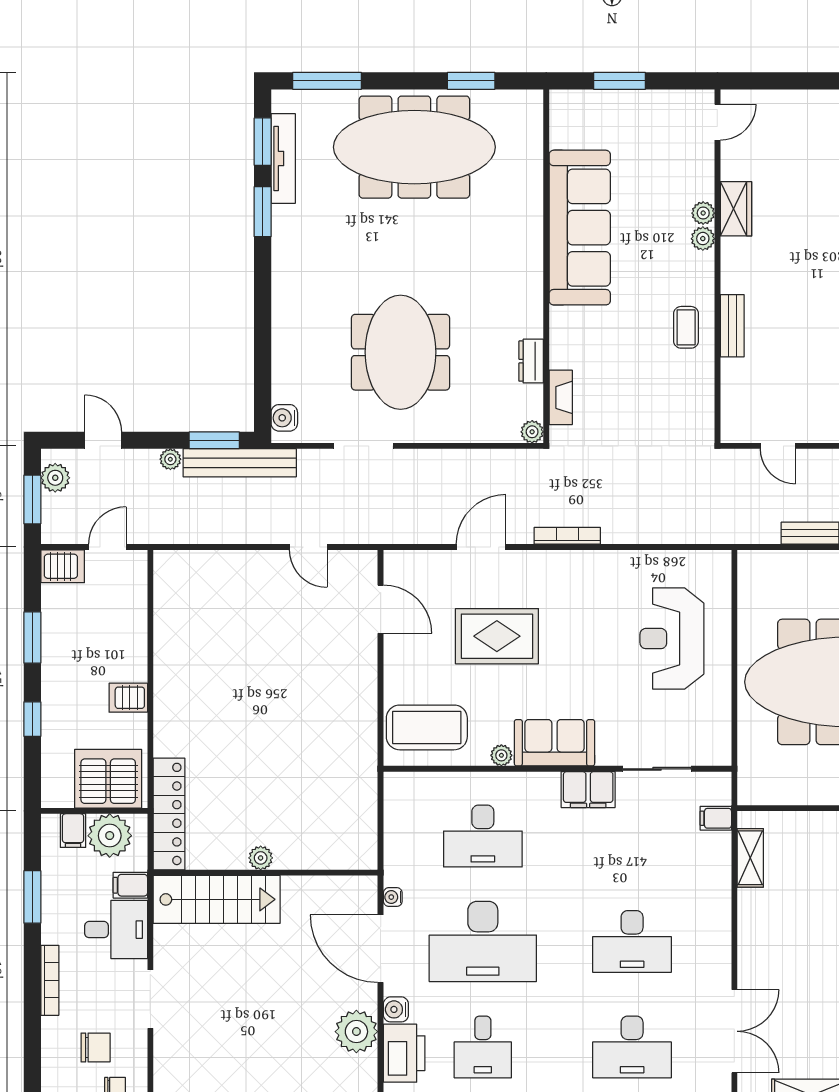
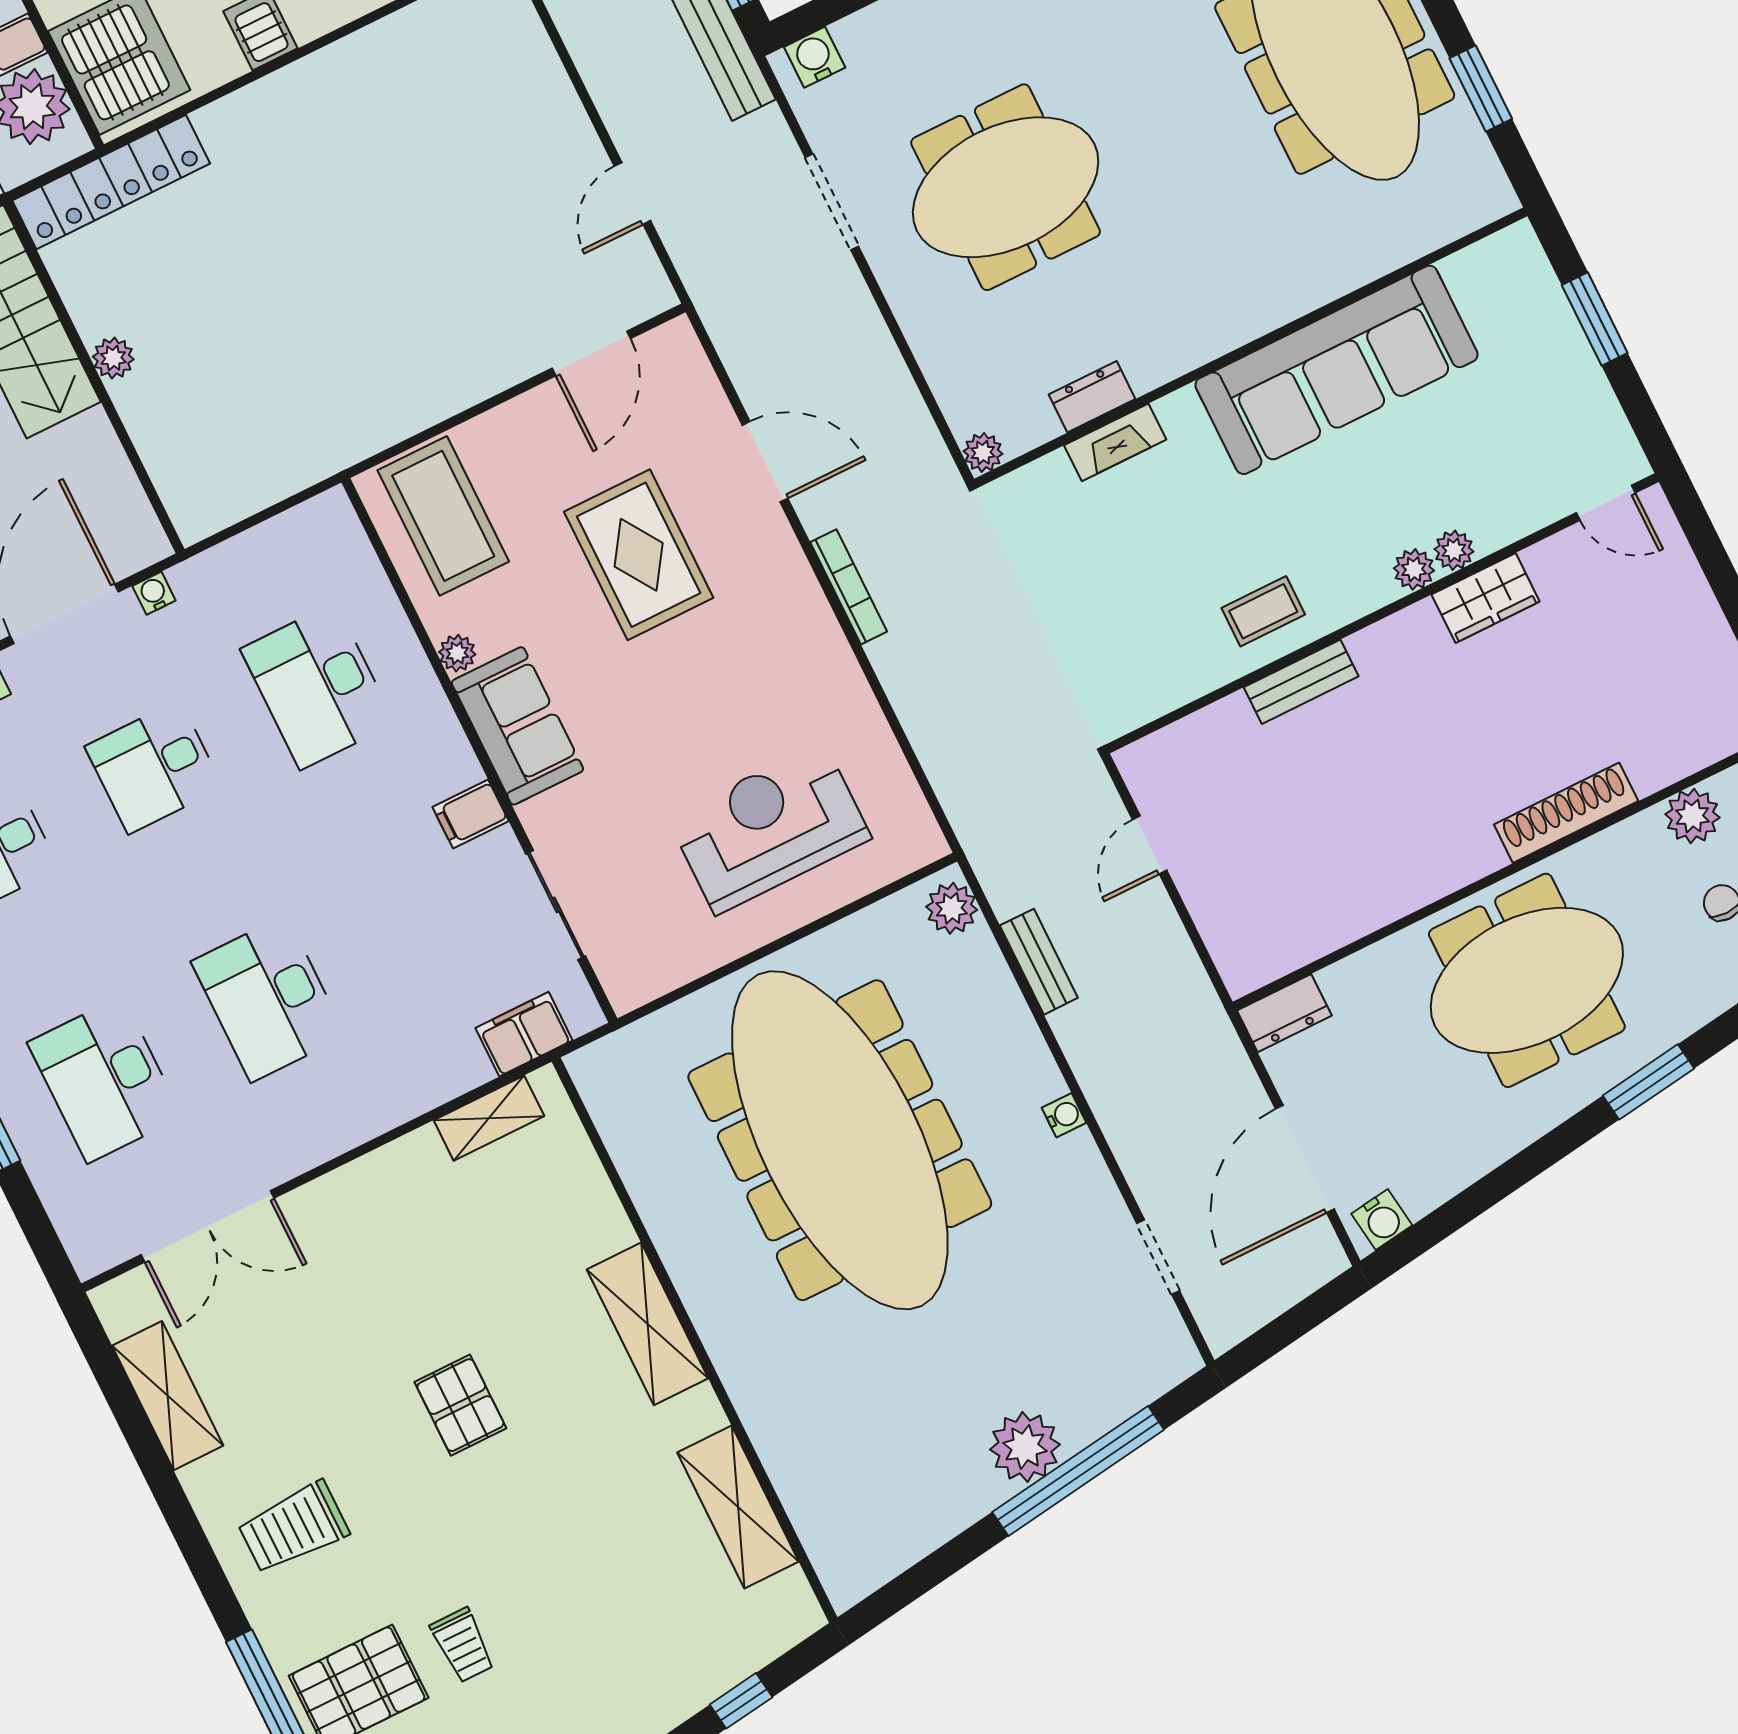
fireplace: (561, 397) -> (1115, 442), moved
plant: (760, 565) -> (952, 908), added
filing cabinet: (588, 790) -> (471, 814), width x0.50
filing cabinet: (716, 818) -> (524, 1034), width x2.00
desk: (483, 941) -> (154, 767), width x0.53, depth x0.77

